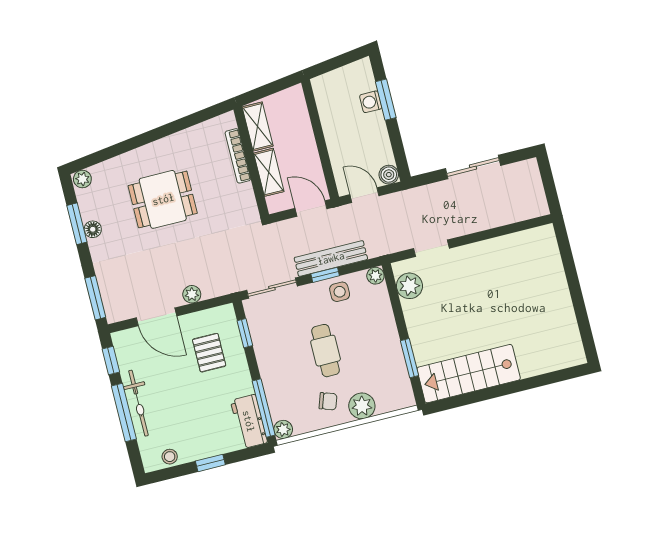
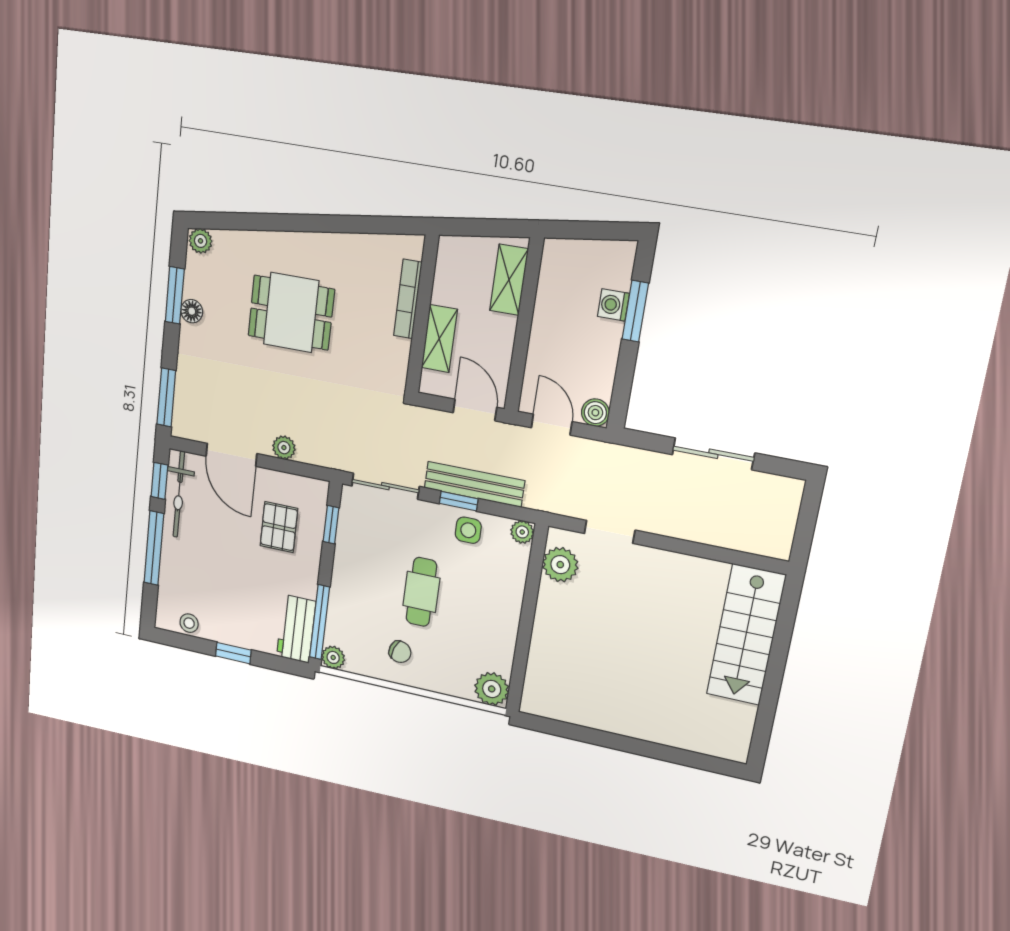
shelving: (258, 126) -> (509, 280), moved
window: (409, 358) -> (522, 650), removed
stairs: (469, 374) -> (746, 635), moved, turned -90
bicycle: (138, 403) -> (179, 494), moved
plant: (362, 406) -> (492, 689), moved

